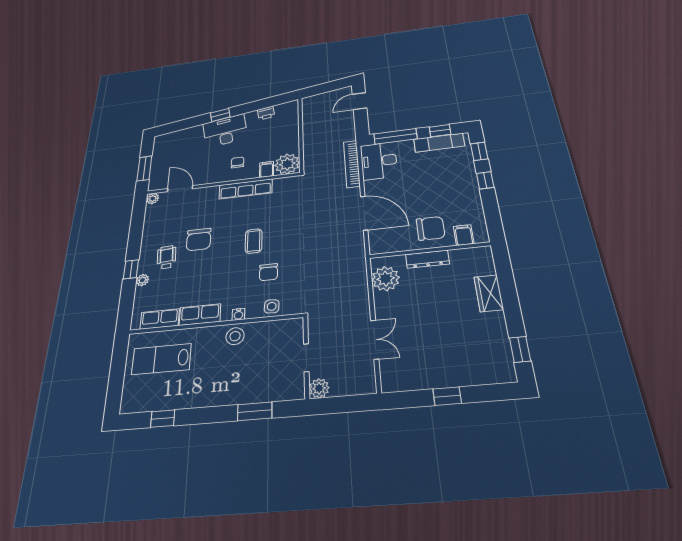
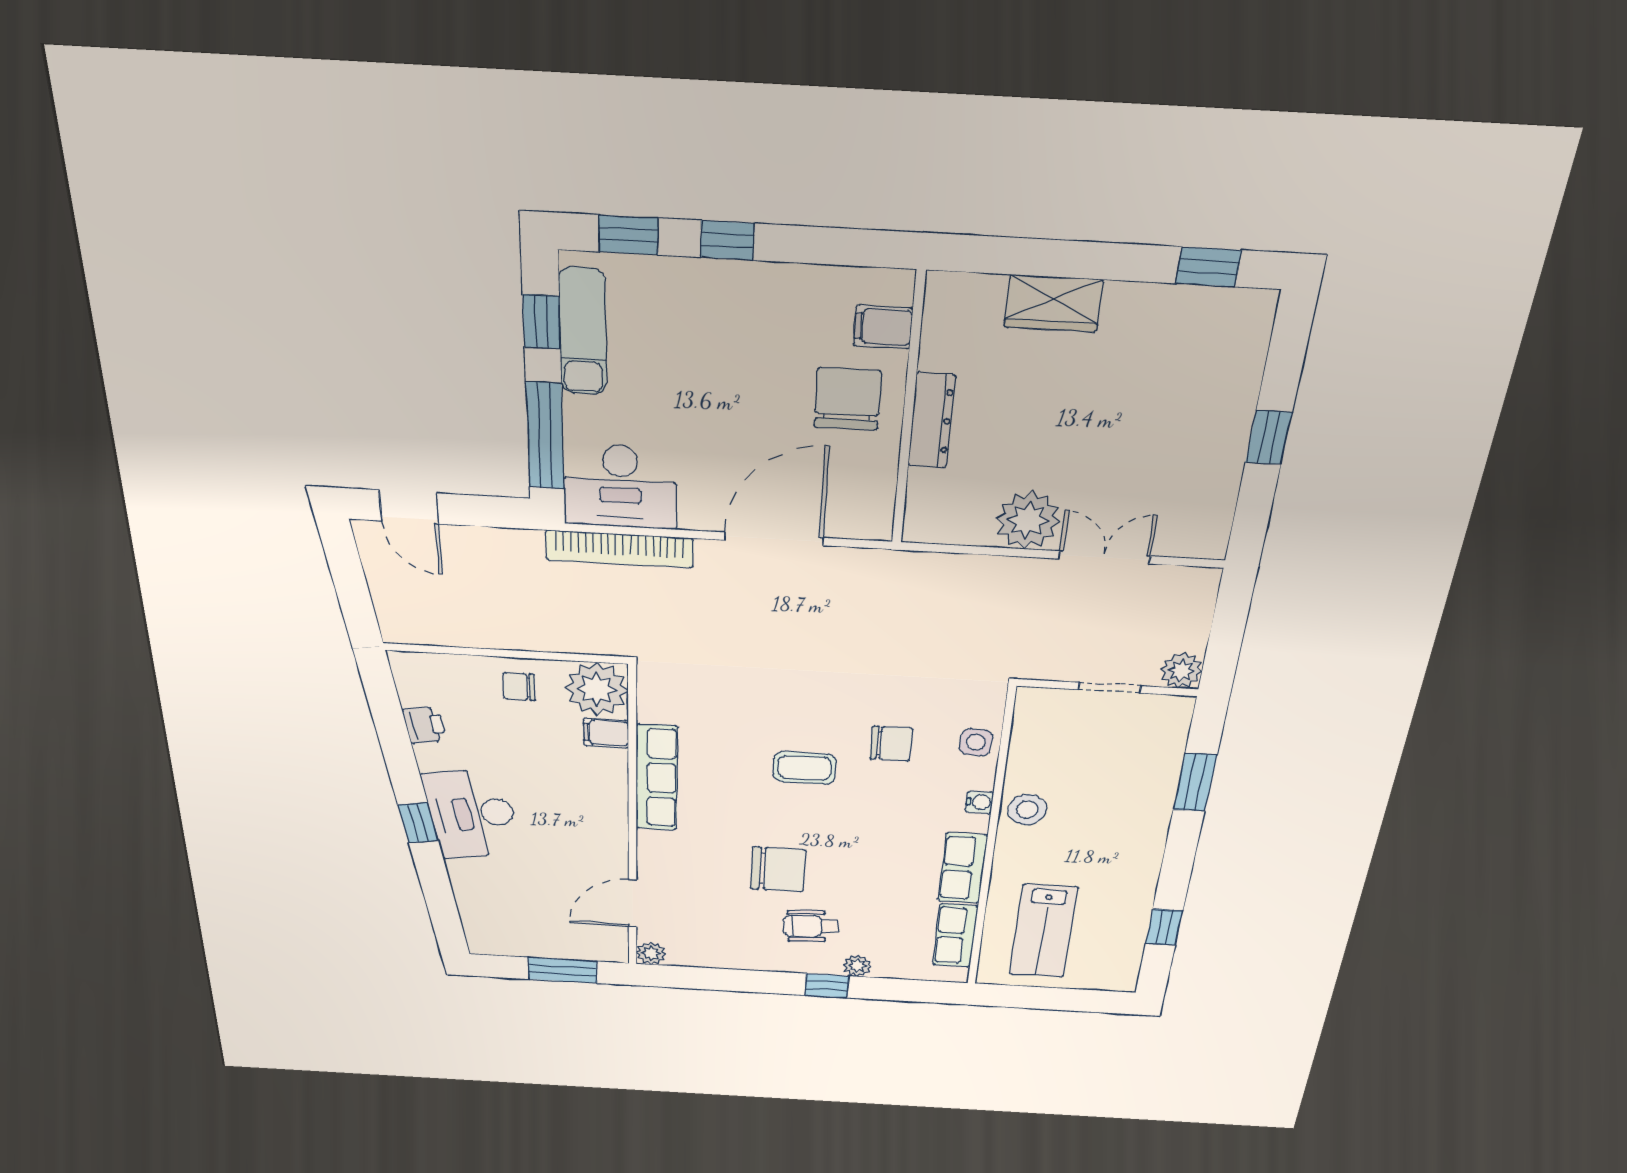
chair: (238, 162) -> (519, 687), moved
plant: (386, 279) -> (1028, 520), moved

